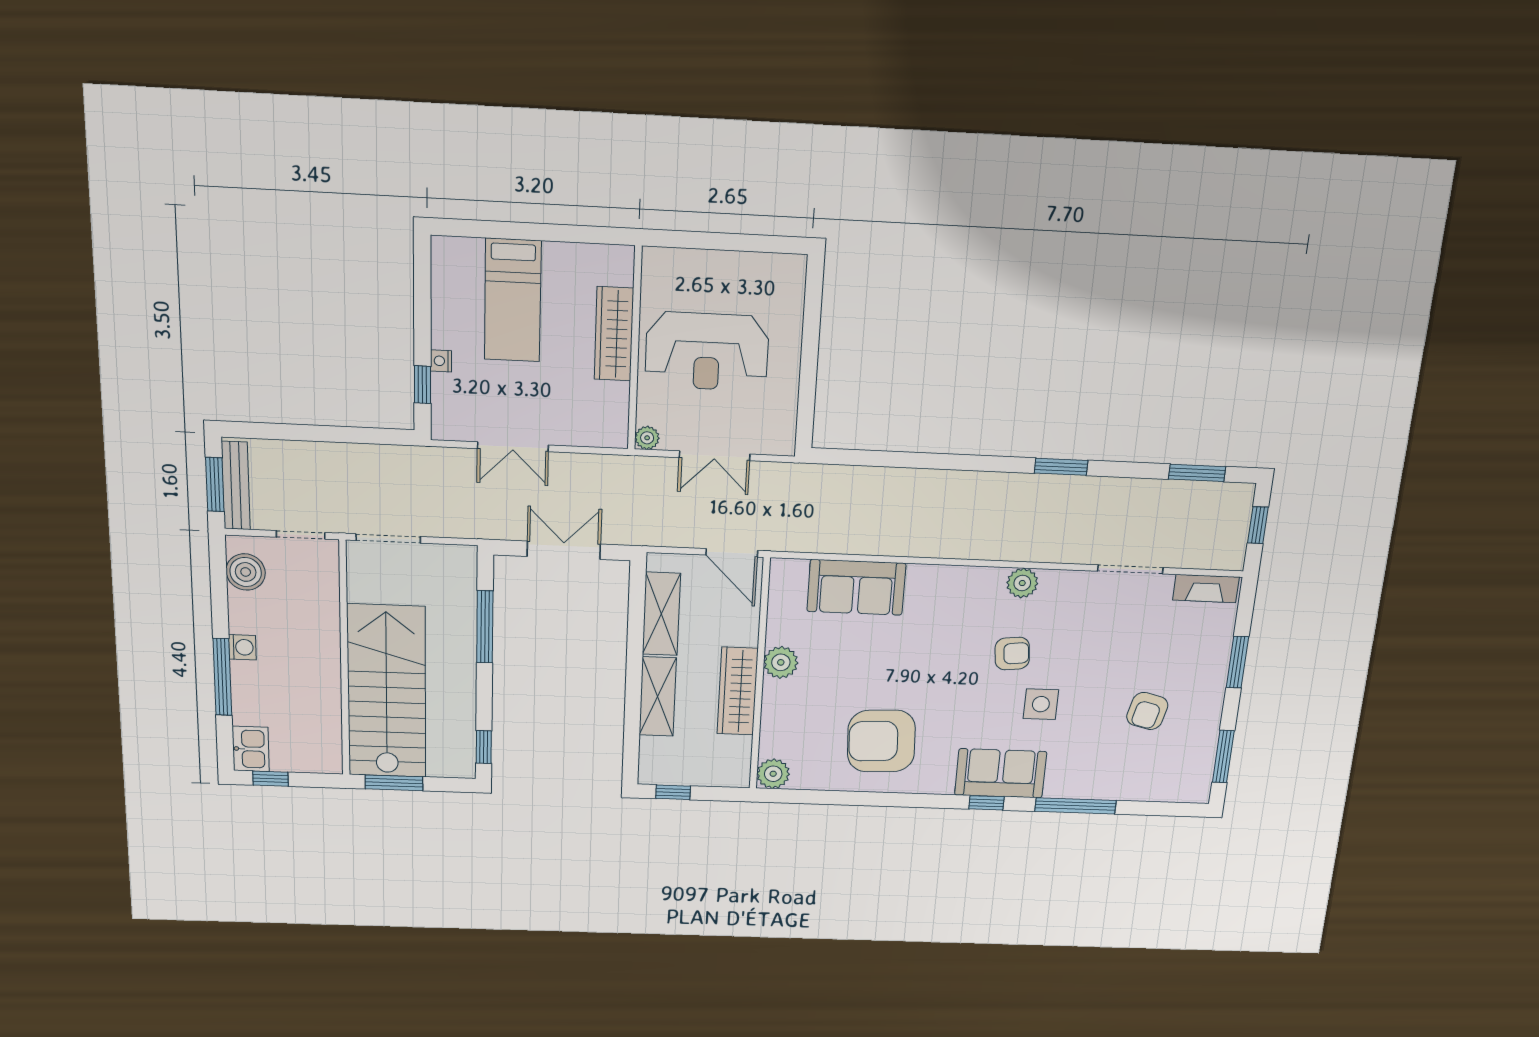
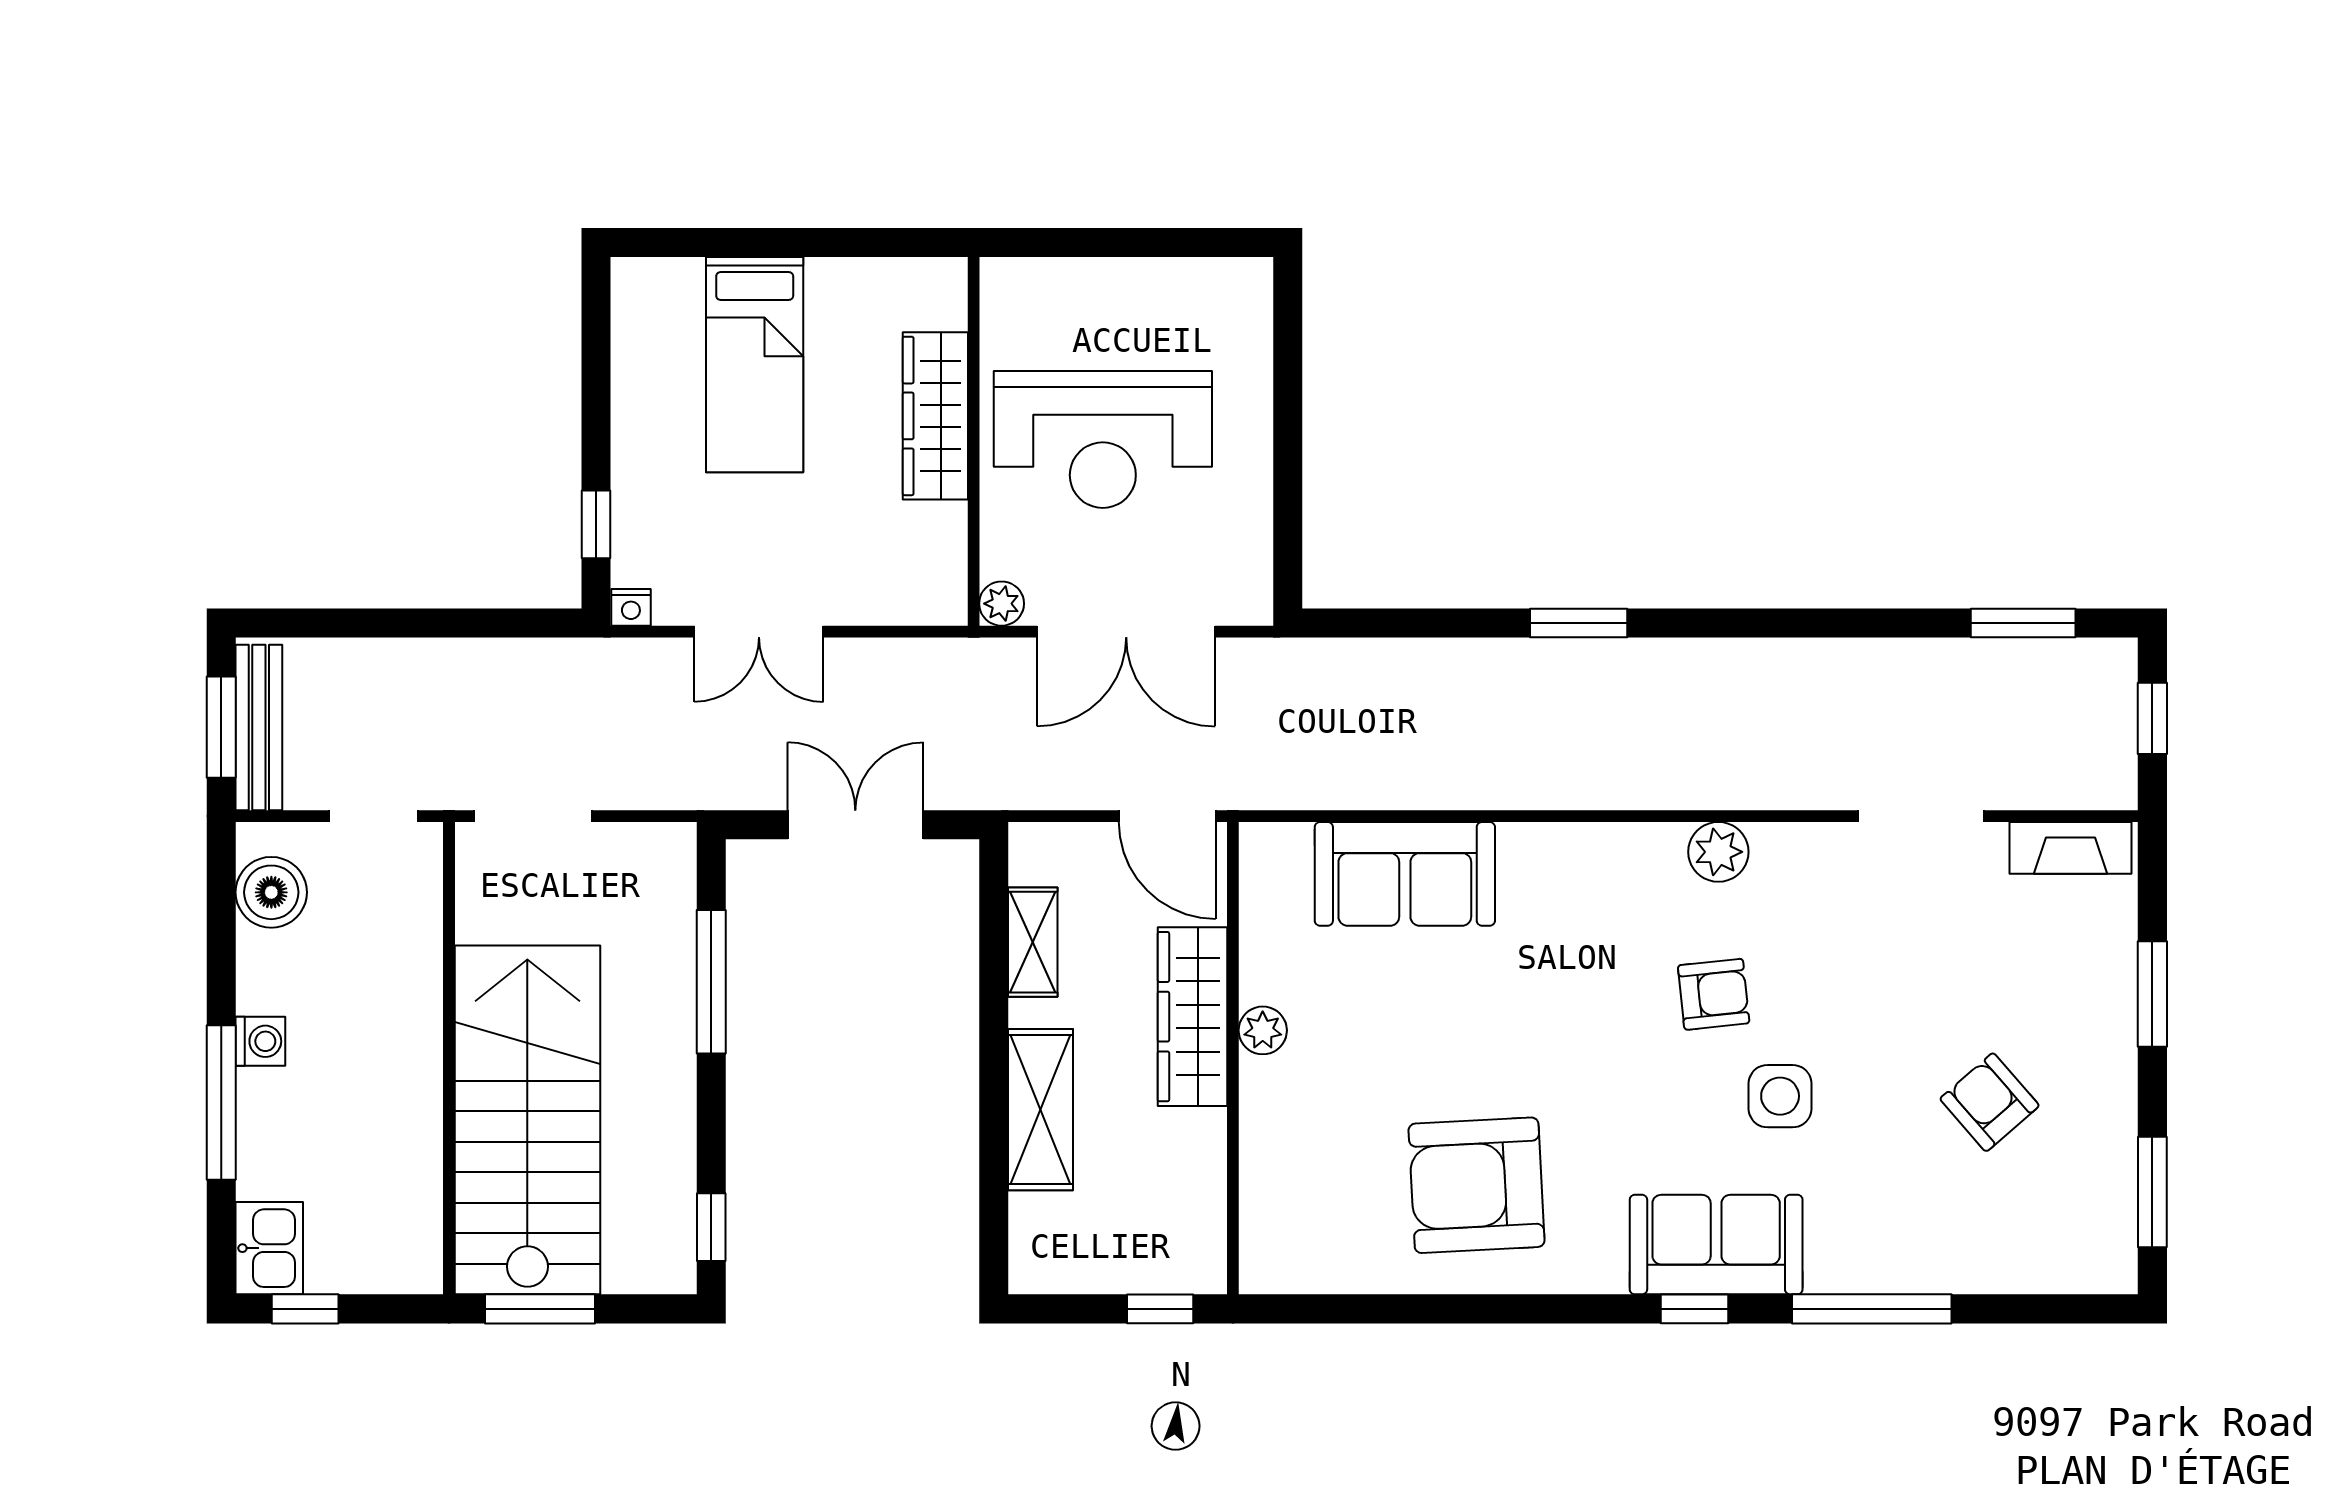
nightstand: (441, 361) -> (631, 607), moved, turned -90
double door: (715, 456) -> (1126, 632), width x1.37
window: (1061, 467) -> (1579, 623), moved
shelving: (661, 614) -> (1033, 942), width x0.67, depth x0.75
plant: (781, 662) -> (1263, 1030), width x0.73, depth x0.73
wardrobe: (738, 691) -> (1193, 1017), moved
armchair: (1147, 711) -> (1990, 1102), turned 125
plant: (773, 774) -> (1271, 1262), removed
window: (673, 792) -> (1160, 1309), moved

